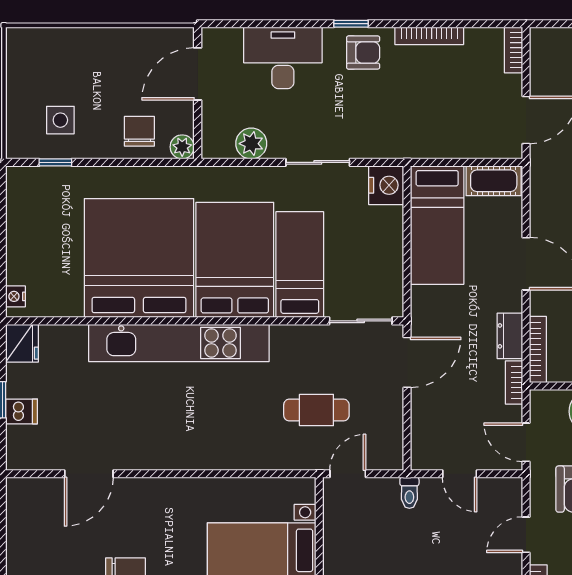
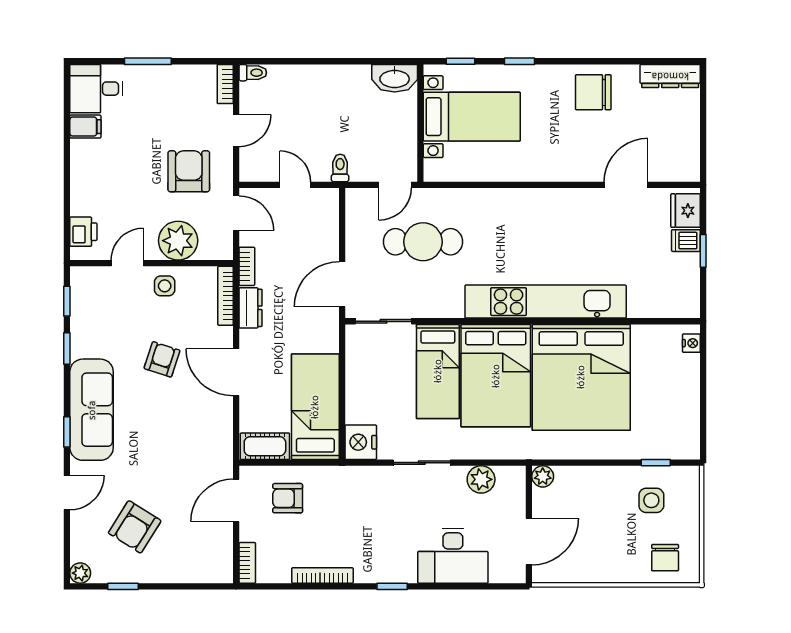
armchair: (363, 53) -> (288, 498), moved
chair: (139, 131) -> (665, 558), moved
fridge: (22, 343) -> (686, 211), moved
cafe table: (316, 410) -> (423, 242), width x1.37, depth x1.35

